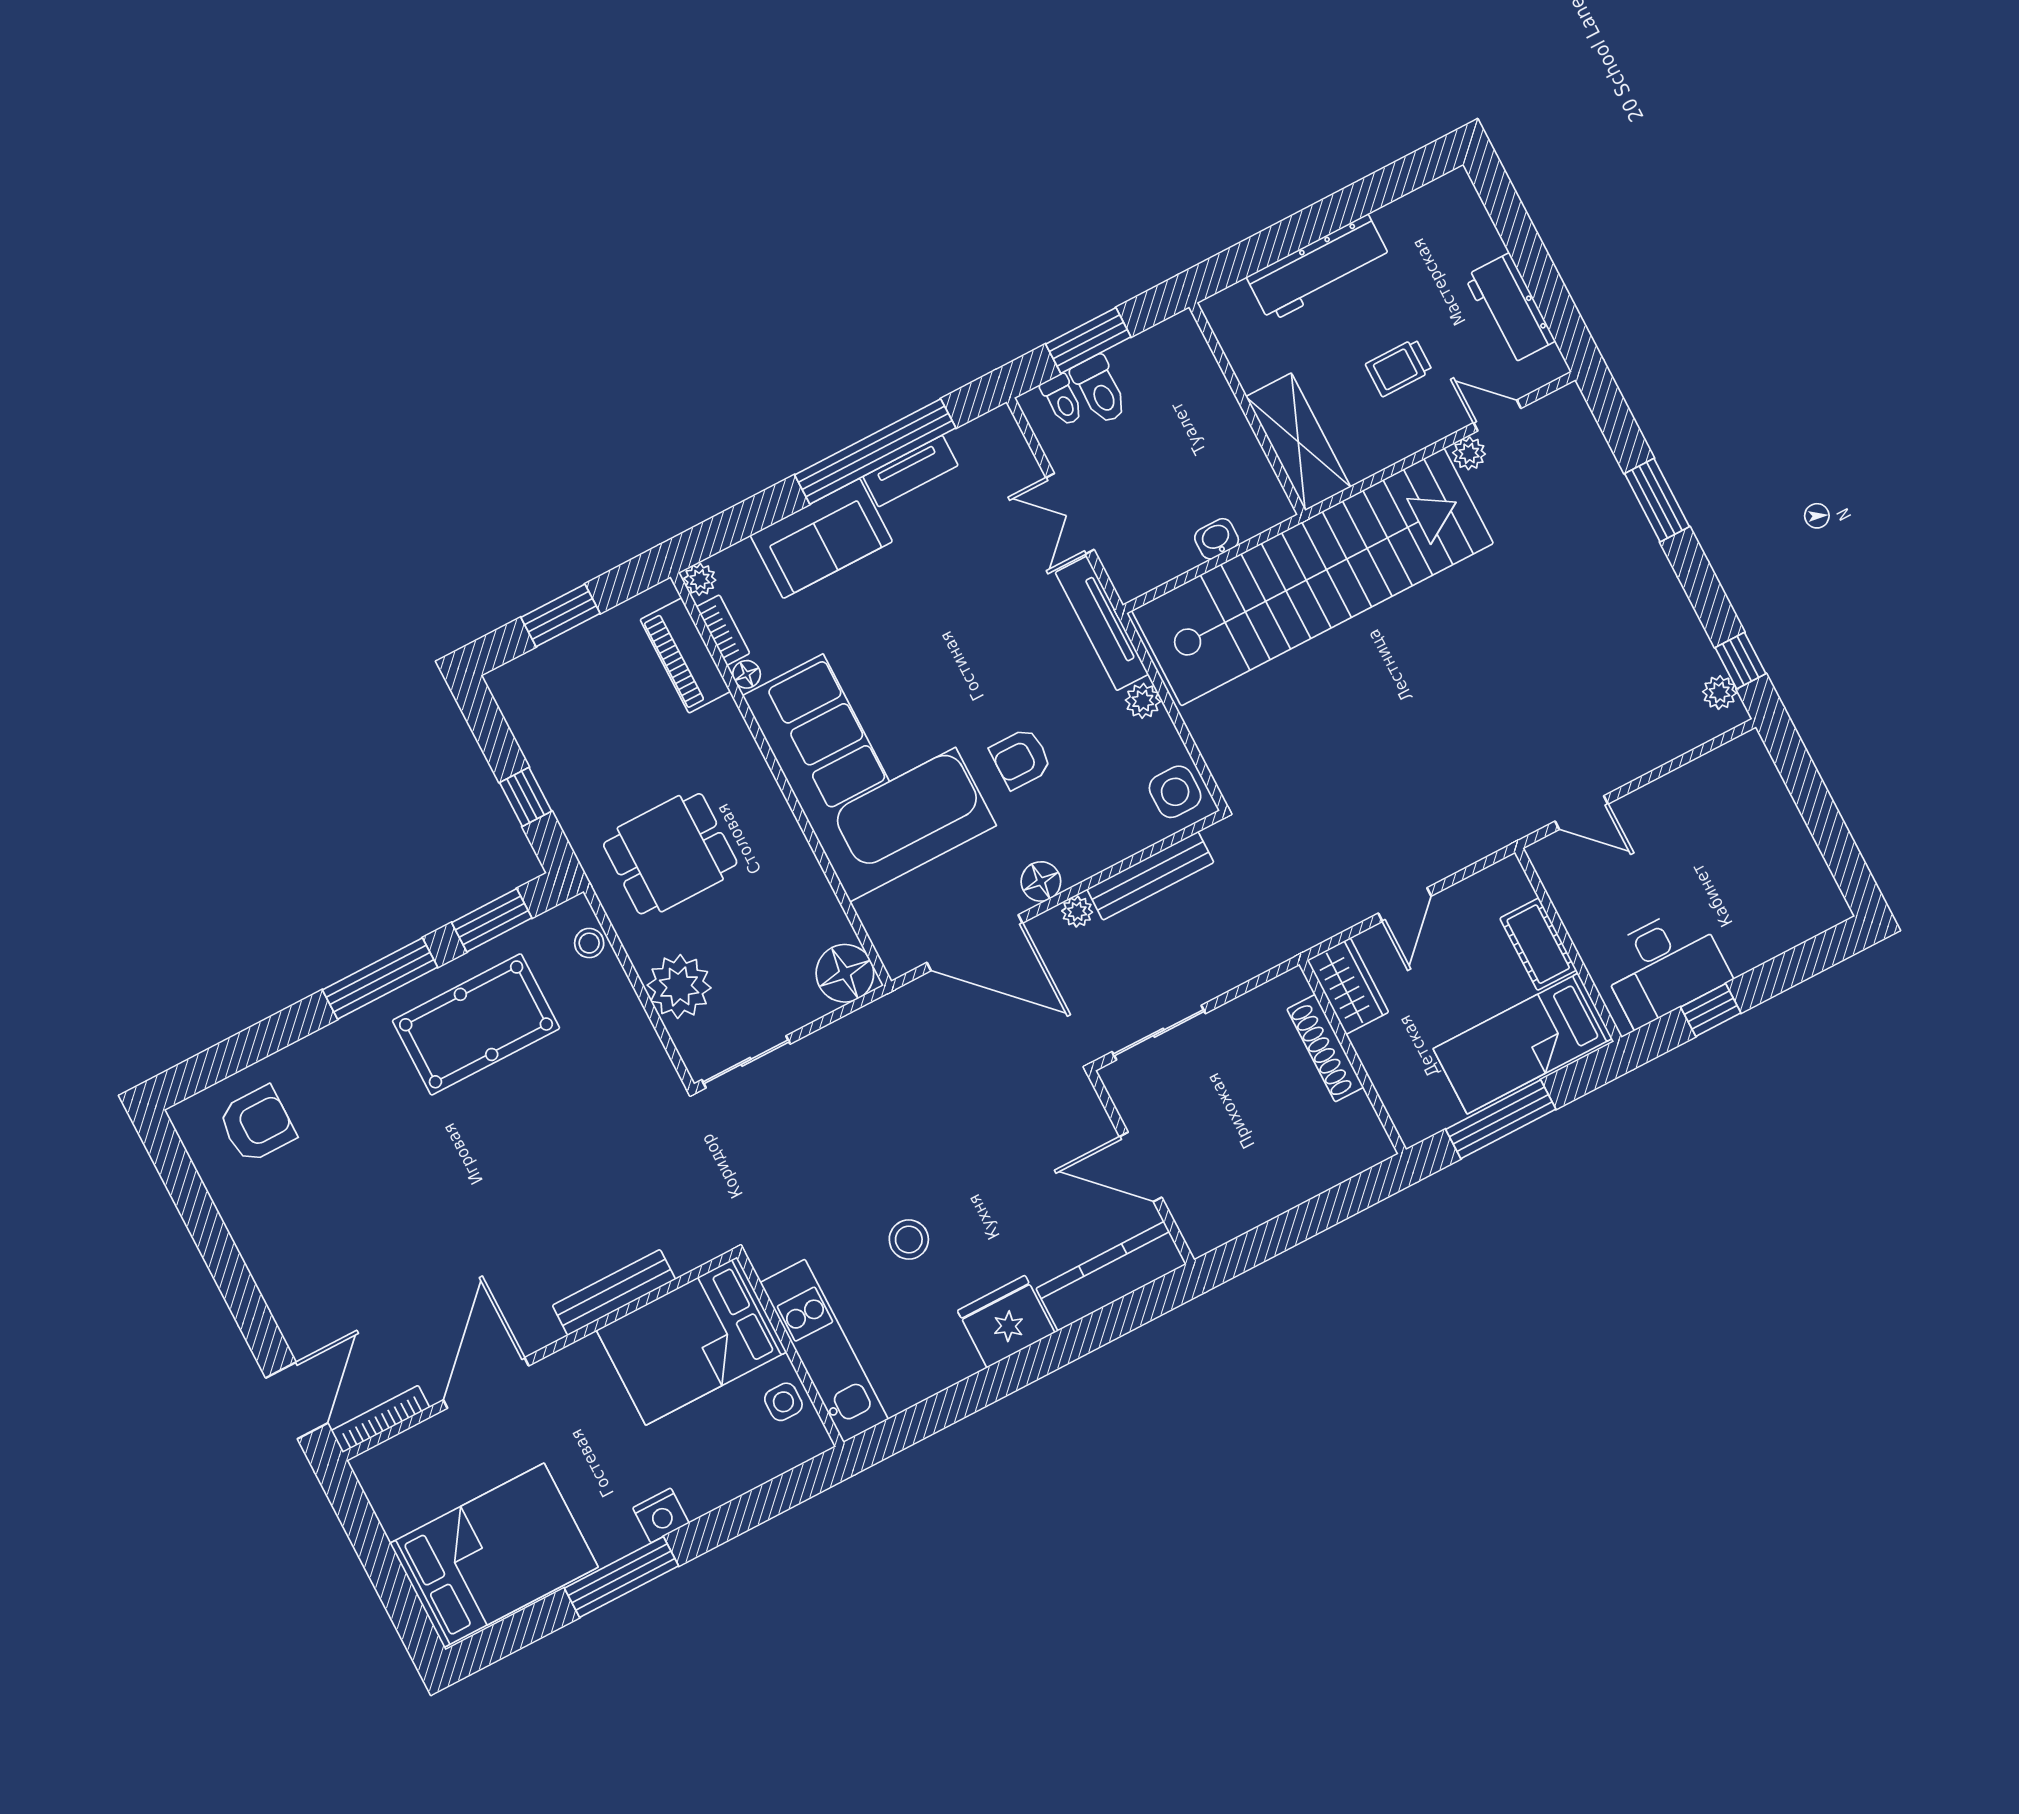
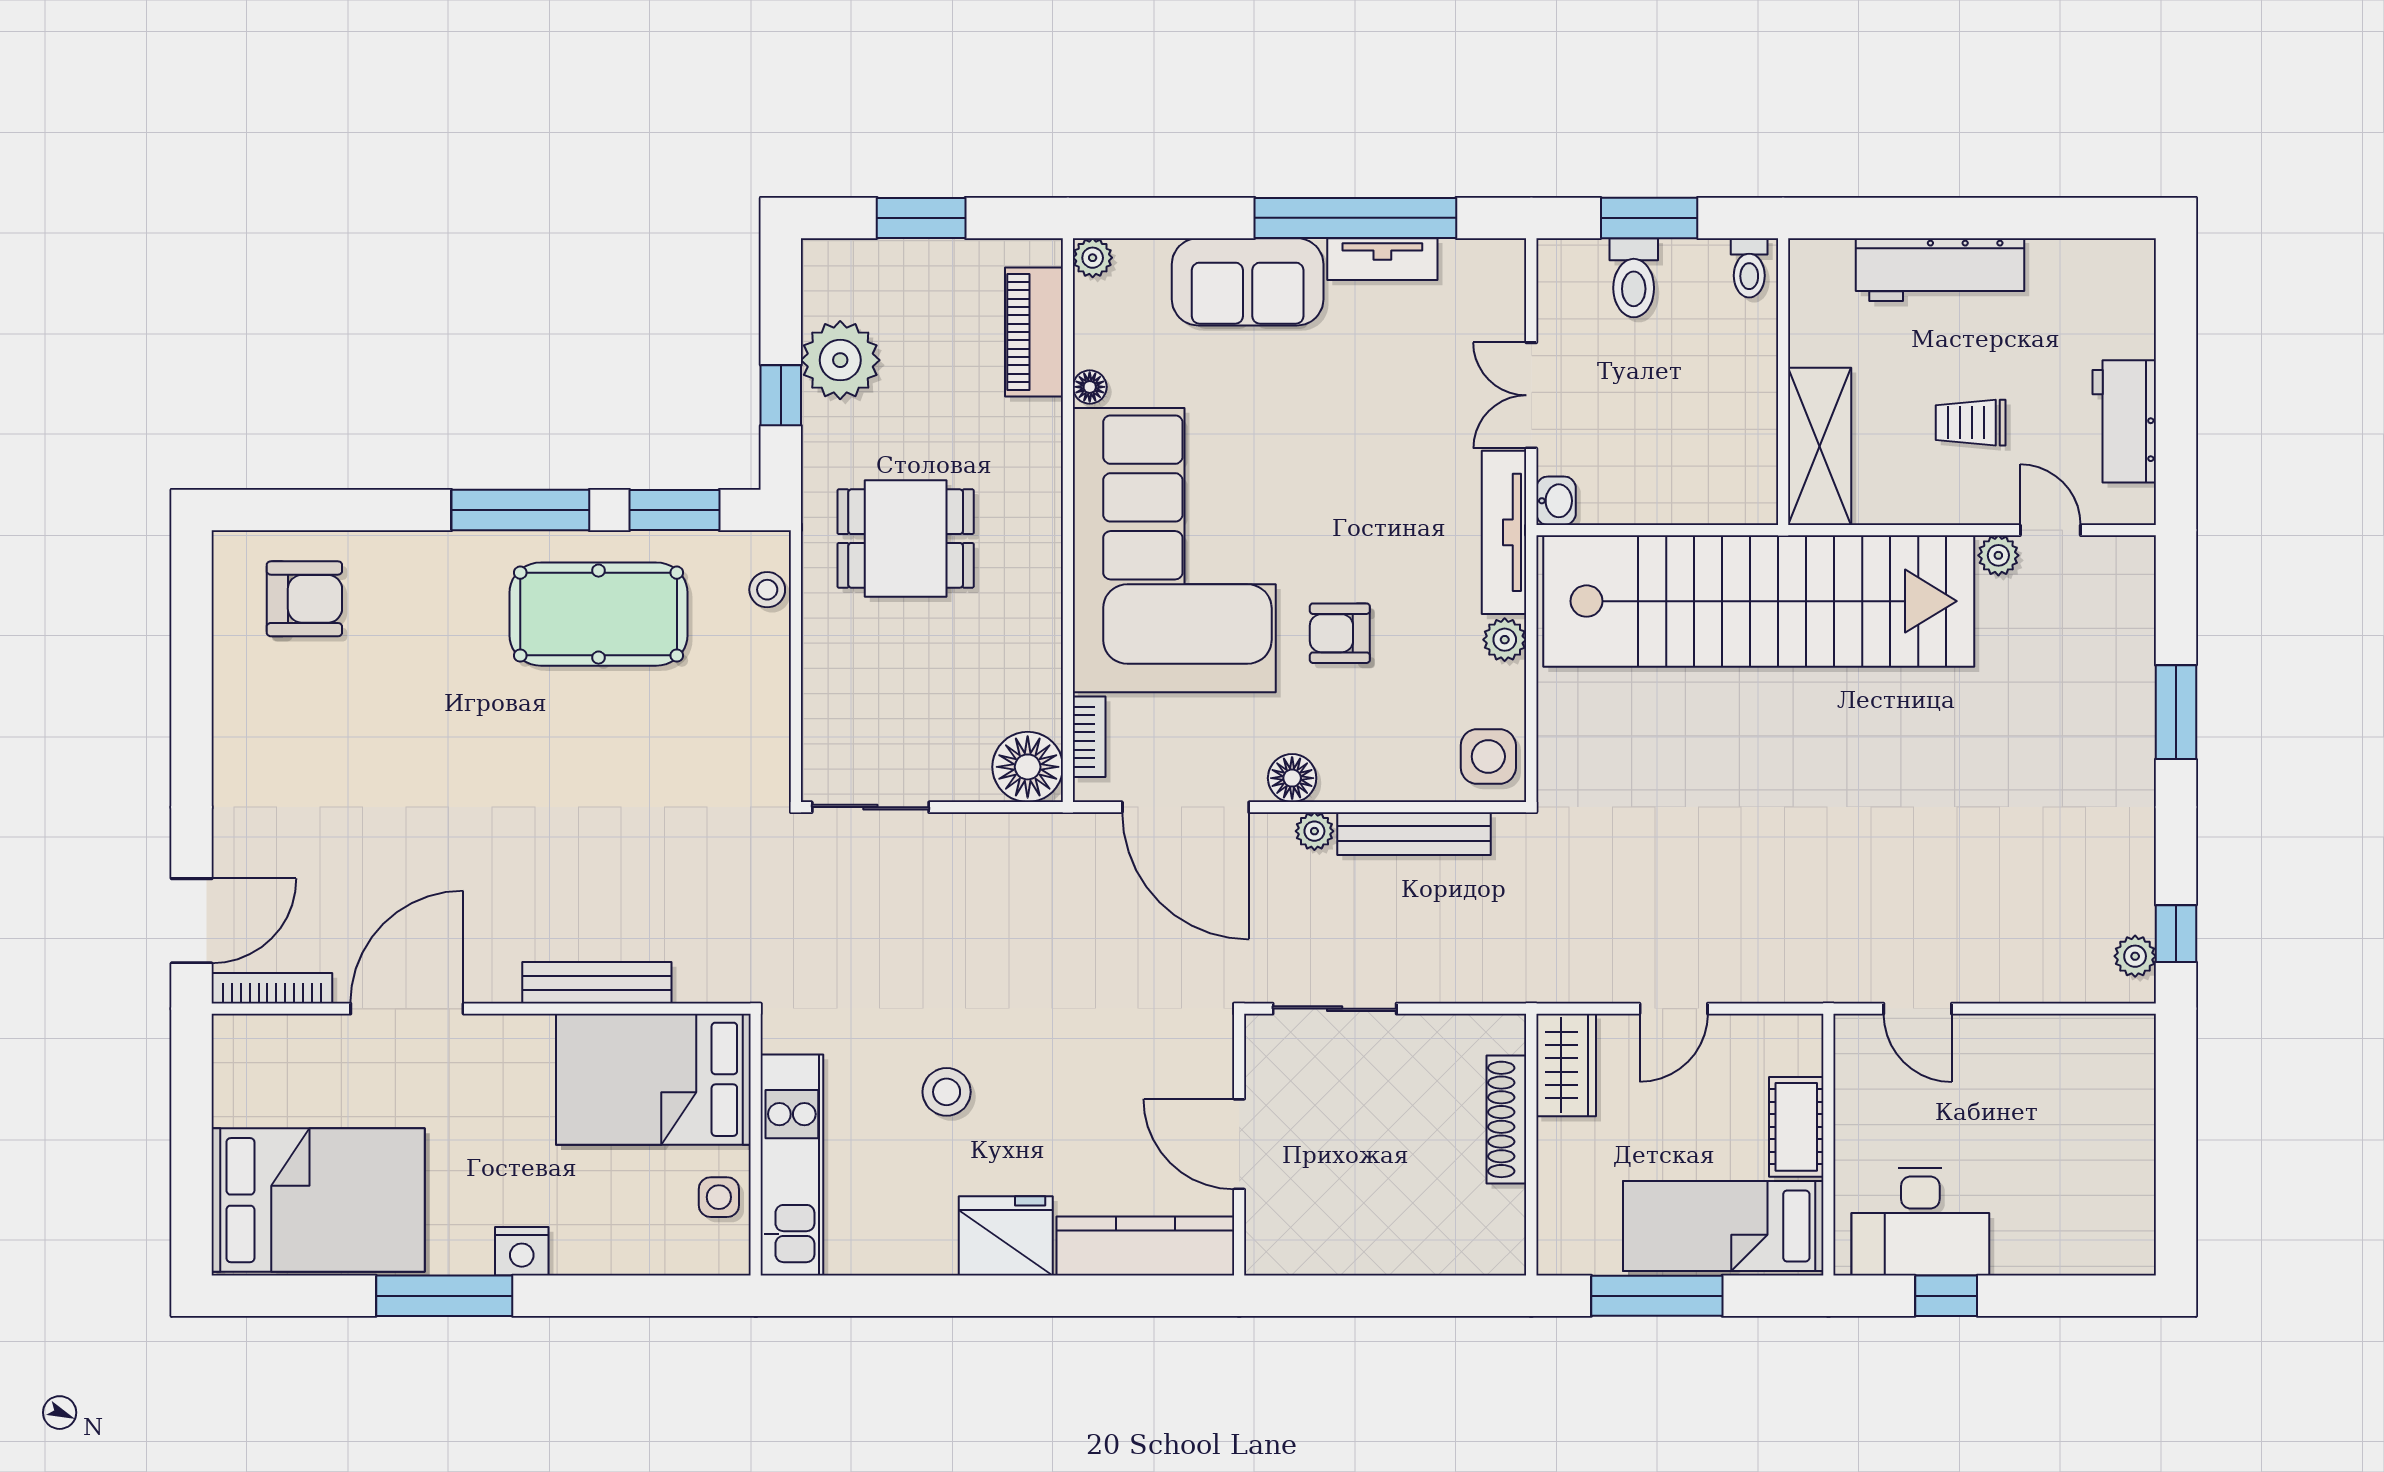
toilet: (1062, 400) -> (1749, 268), moved
washbasin: (1217, 539) -> (1556, 501), moved, turned 90
bookcase: (723, 630) -> (1089, 737), moved
plant: (679, 986) -> (840, 360), moved

